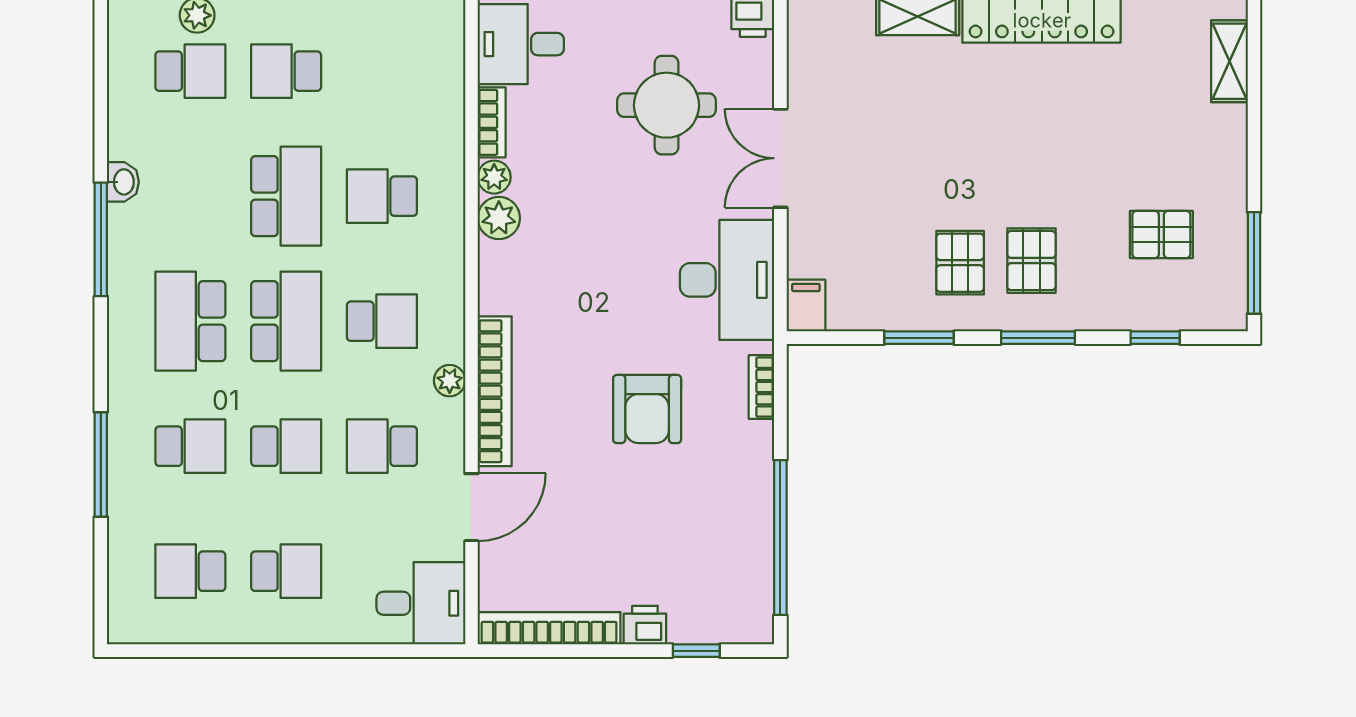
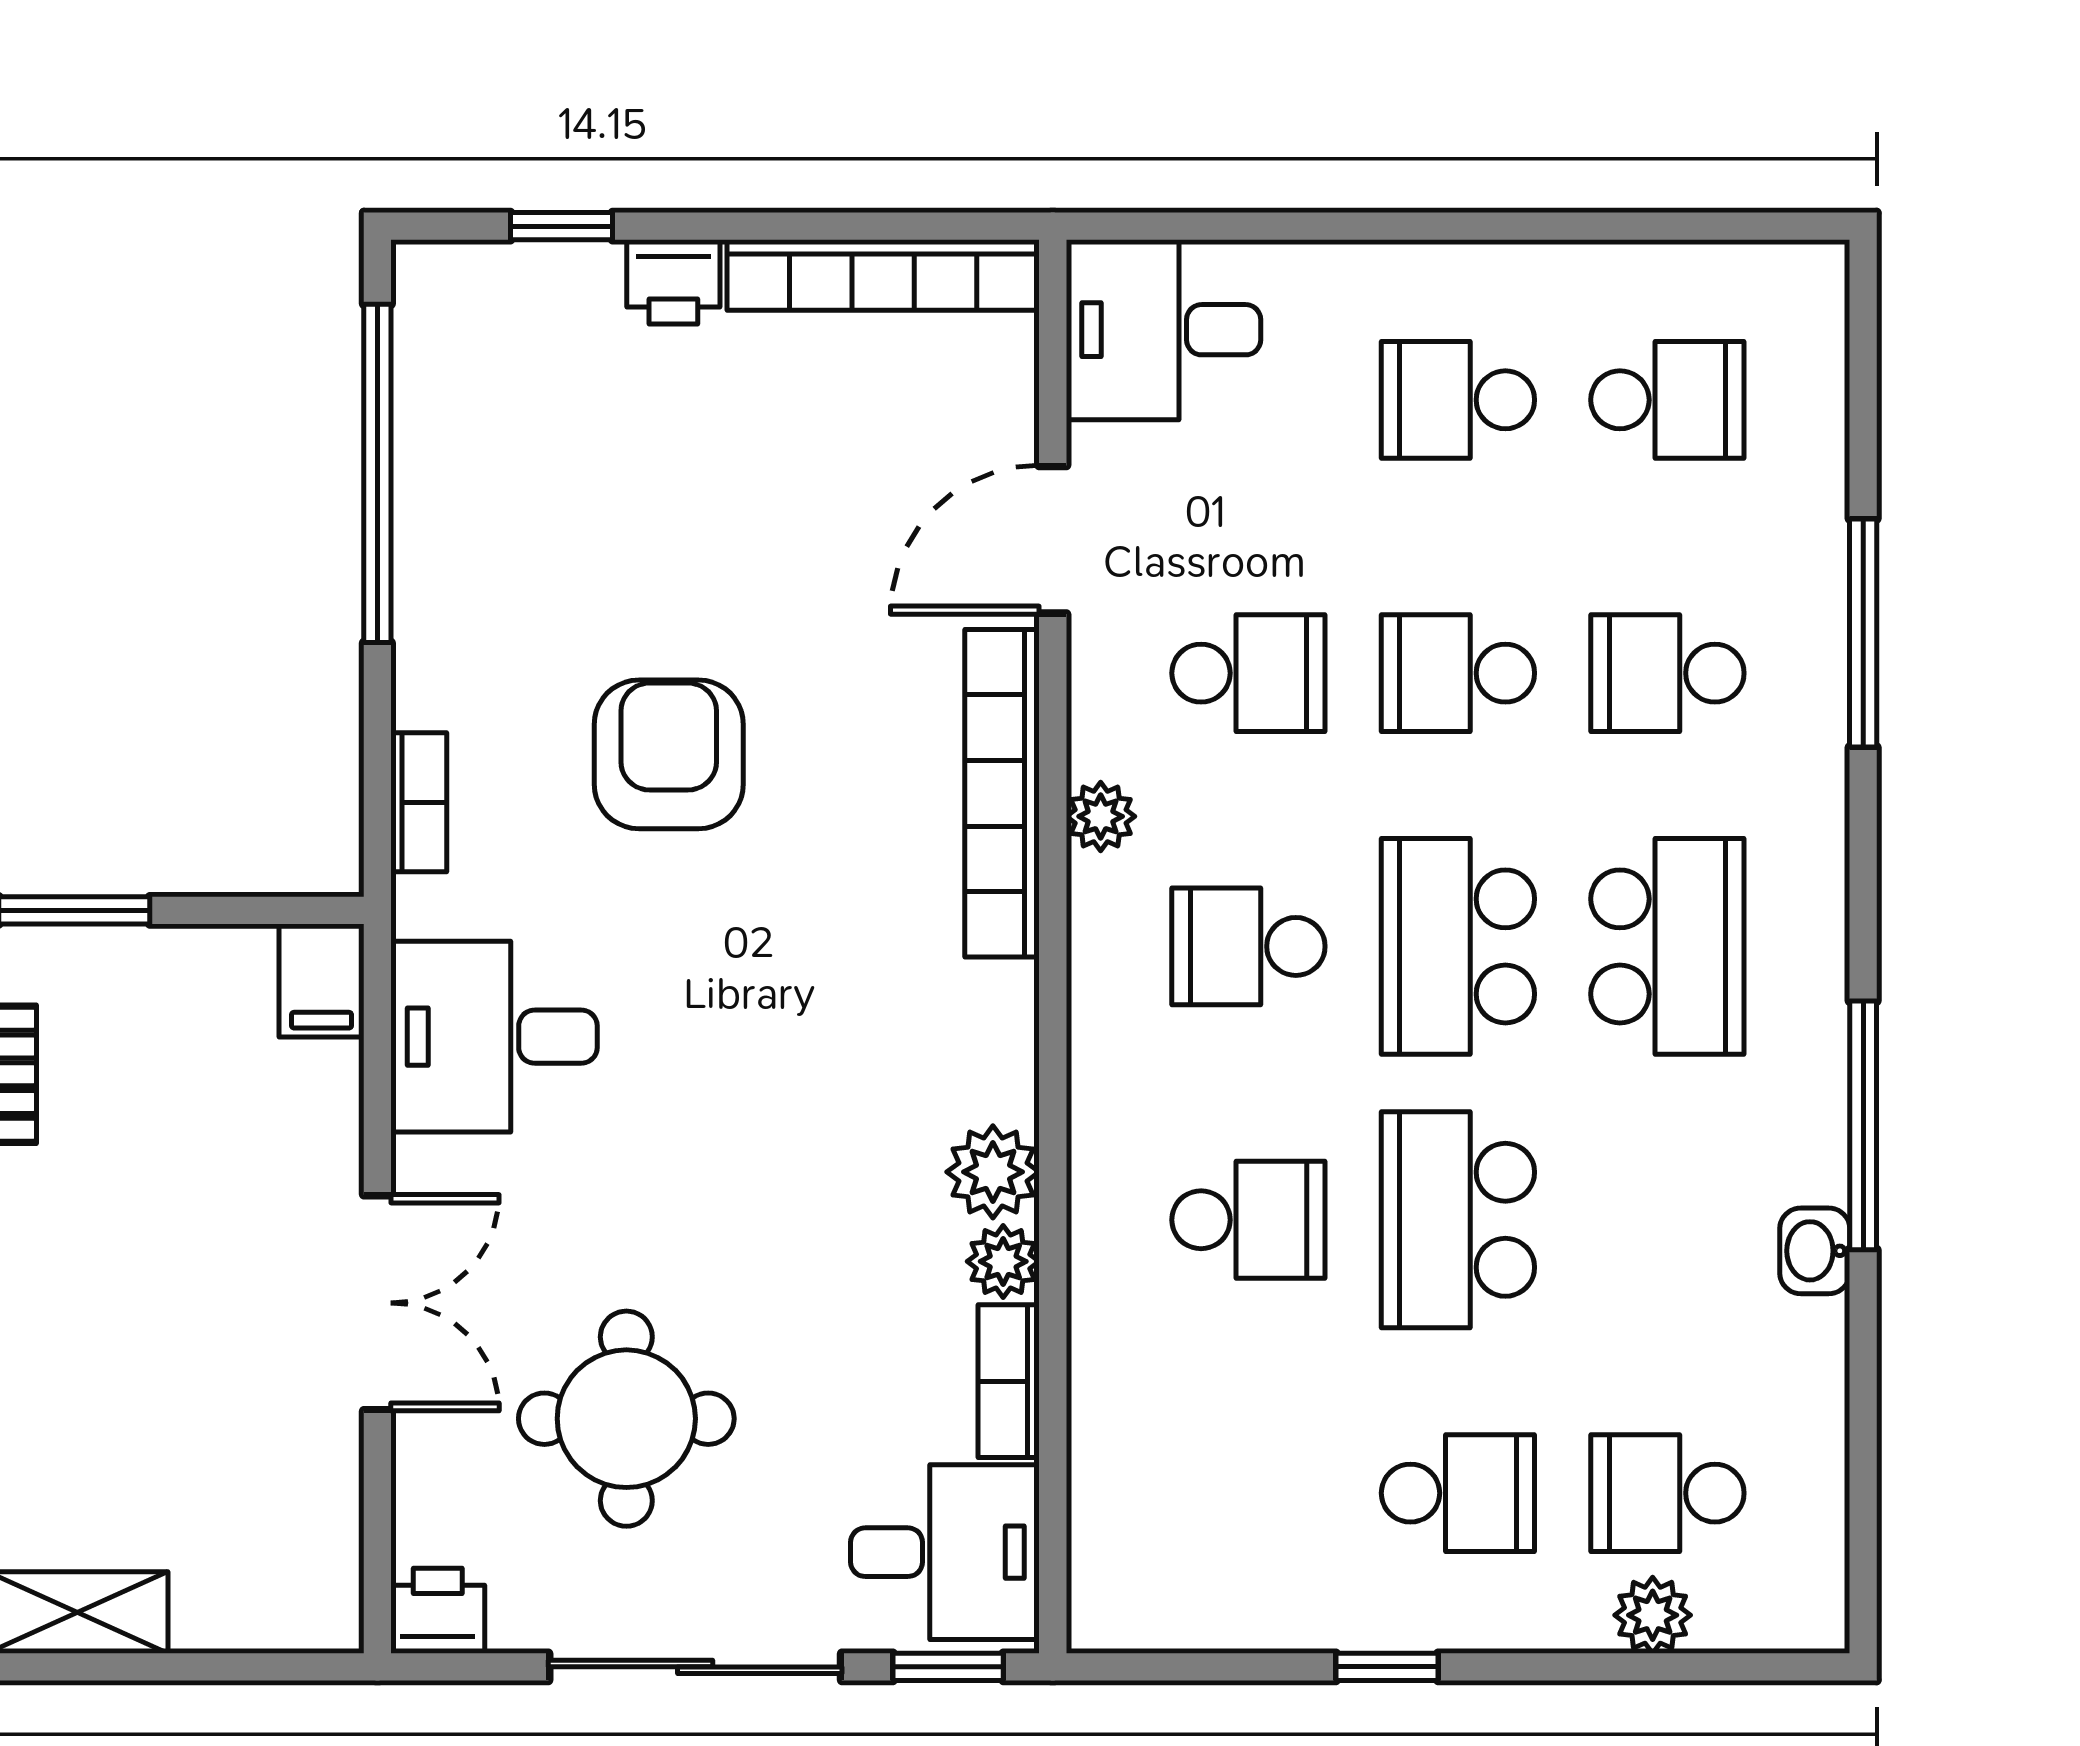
desk: (727, 280) -> (494, 1037), width x0.73

